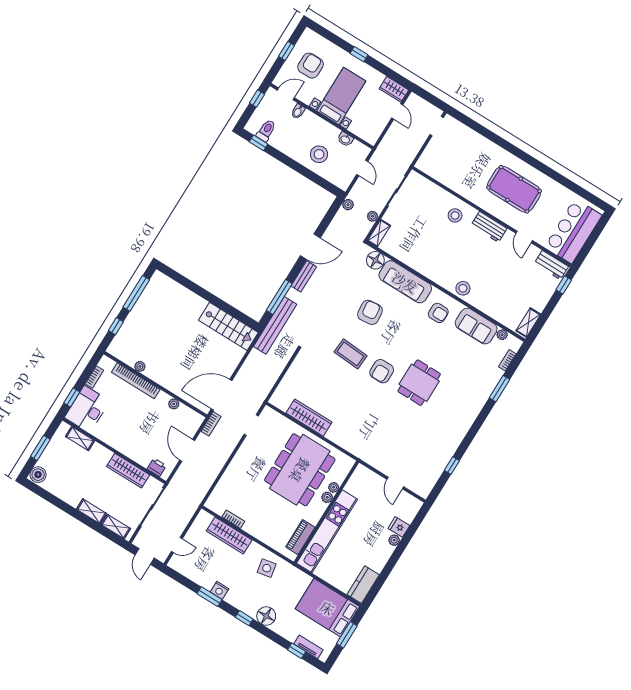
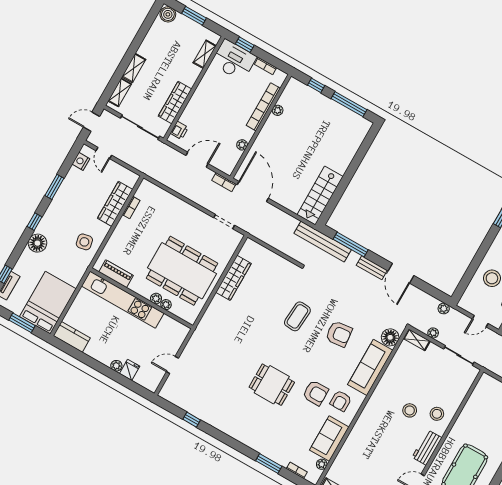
stool: (463, 288) -> (410, 410), moved
armchair: (382, 371) -> (316, 393), moved, turned 180
nightstand: (219, 590) -> (81, 161), moved

